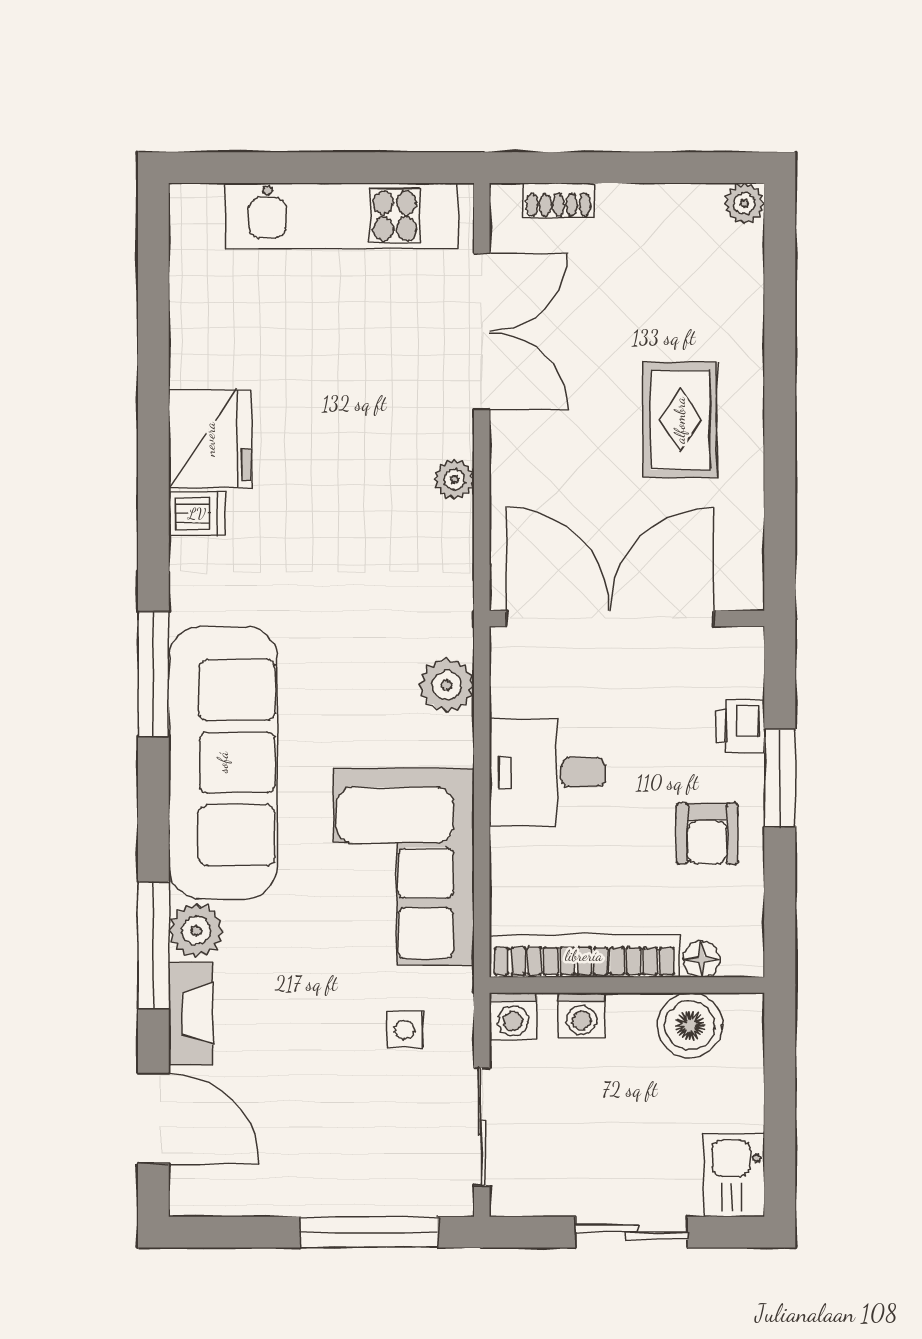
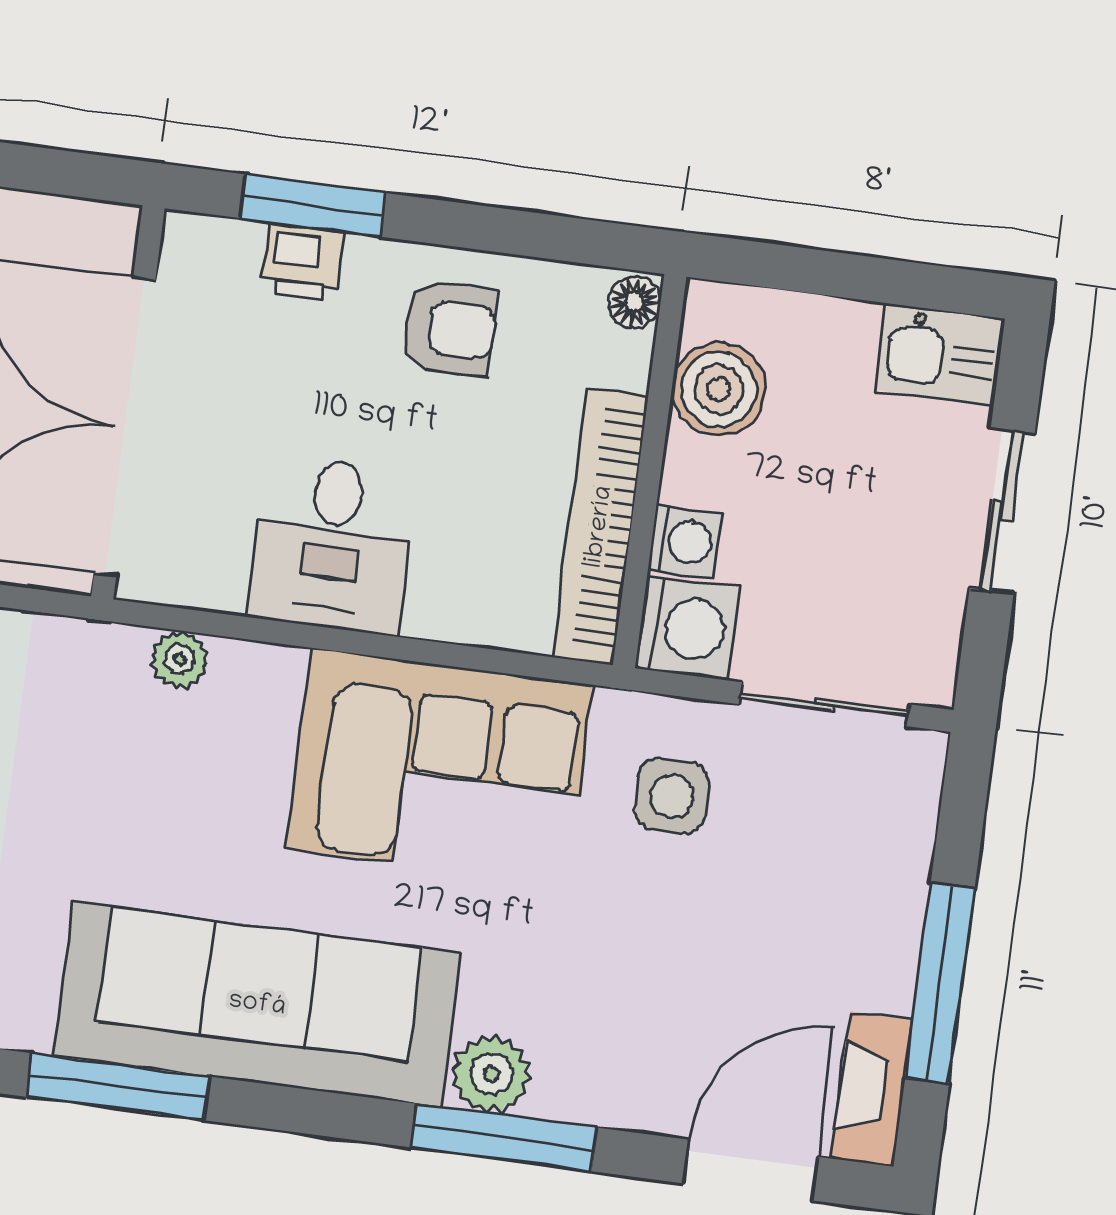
plant: (447, 685) -> (180, 659), width x0.73, depth x0.73
window: (780, 778) -> (313, 206), moved
floor lamp: (701, 959) -> (634, 302), moved
fireplace: (191, 1014) -> (872, 1089), moved, turned -90
washing machine: (513, 1016) -> (687, 628), width x1.38, depth x1.38
side table: (404, 1030) -> (672, 796), width x1.37, depth x1.37
window: (369, 1232) -> (940, 983), moved

